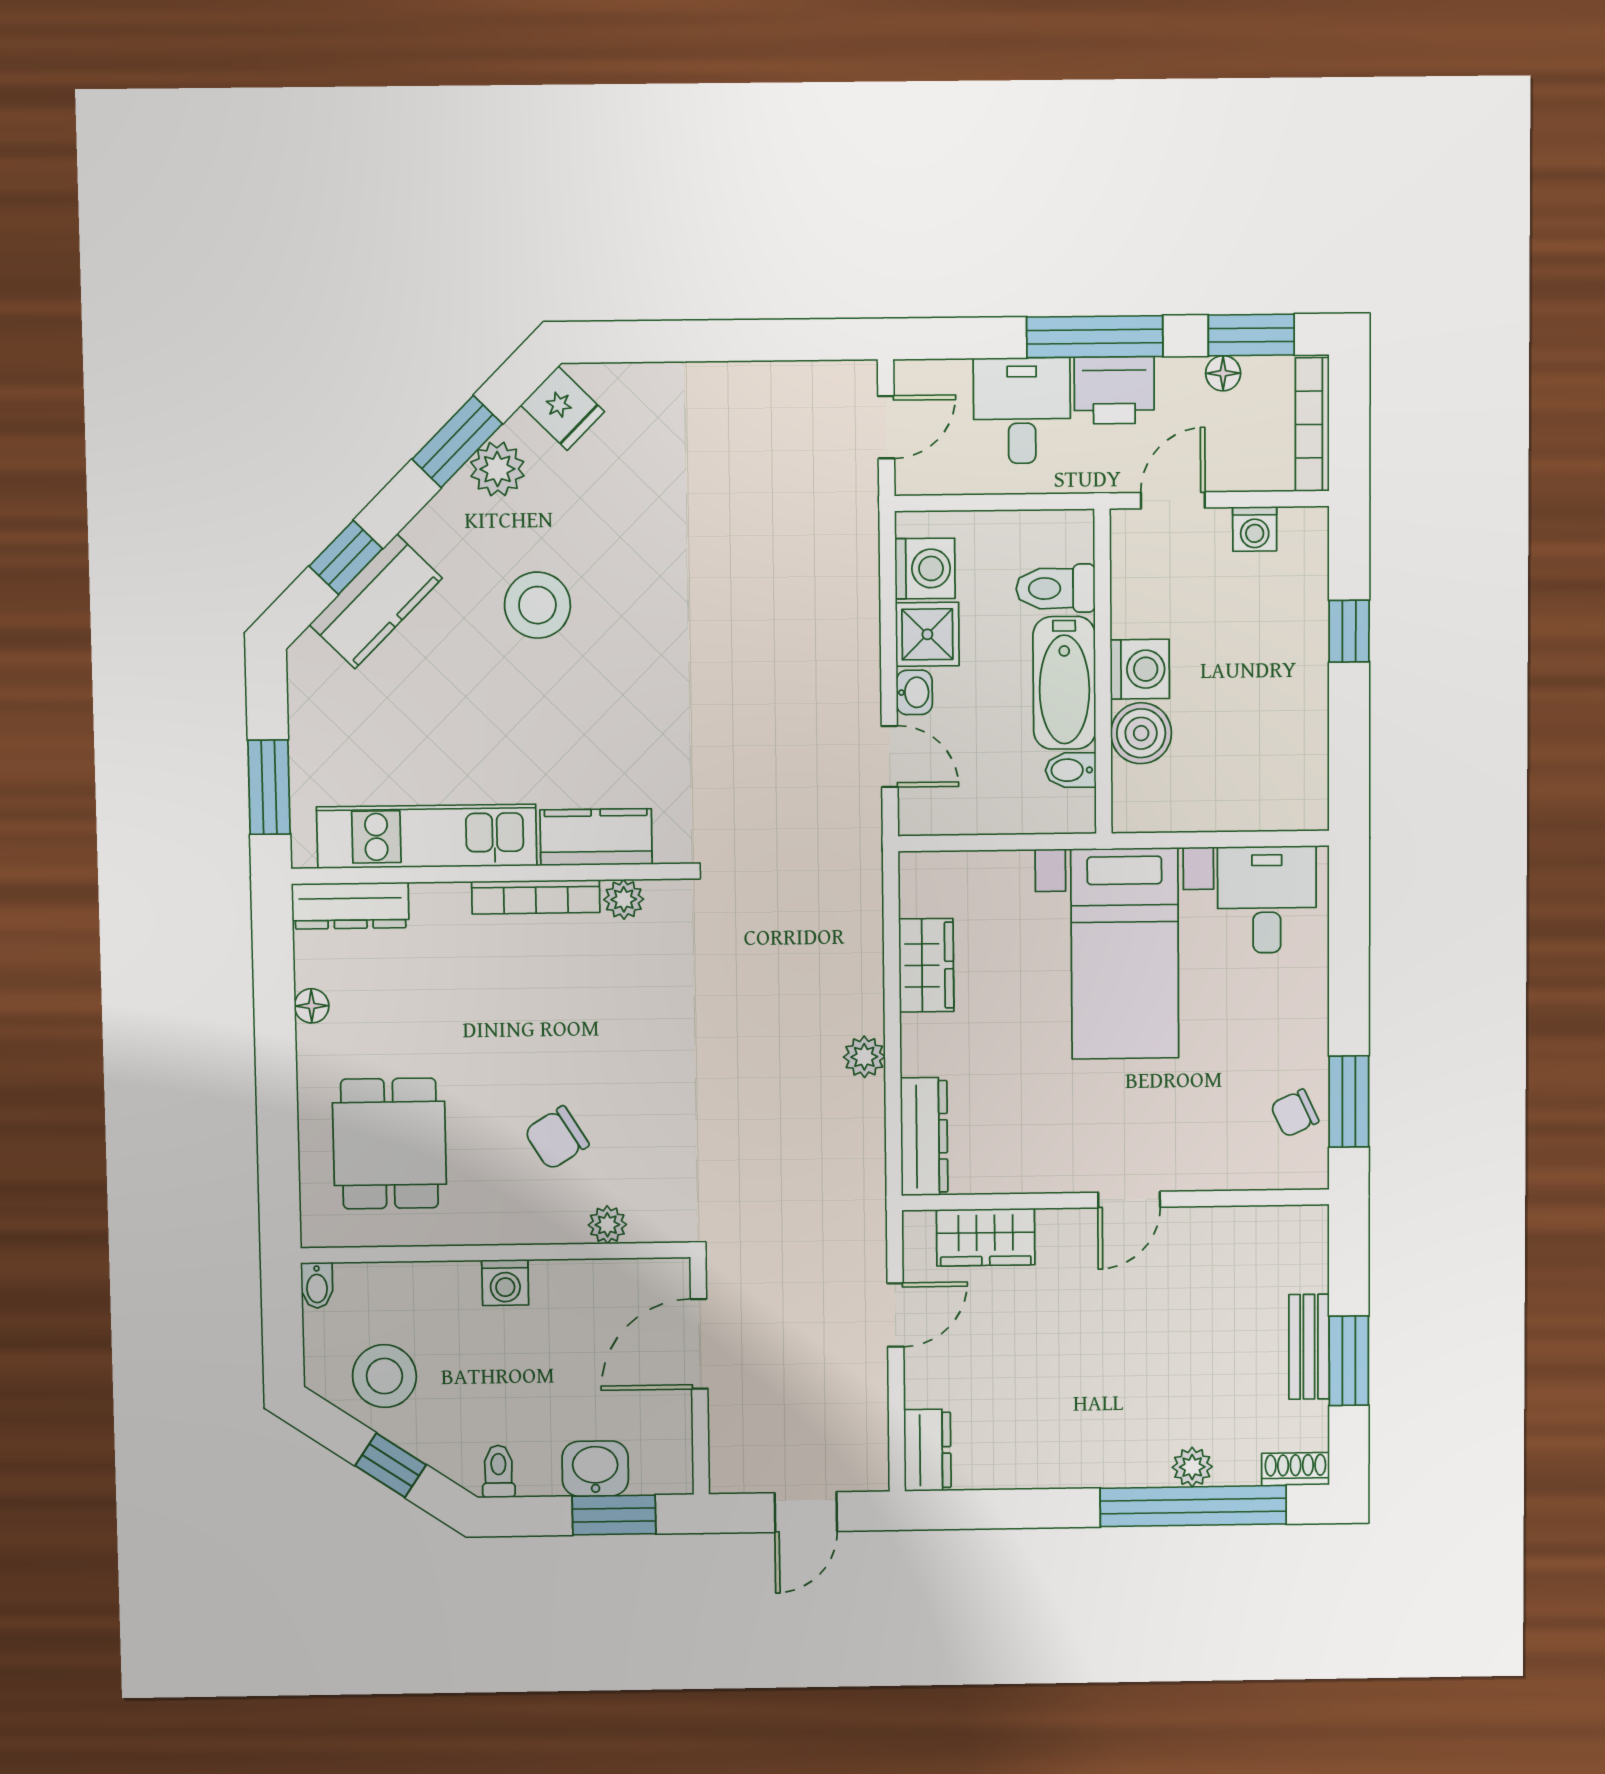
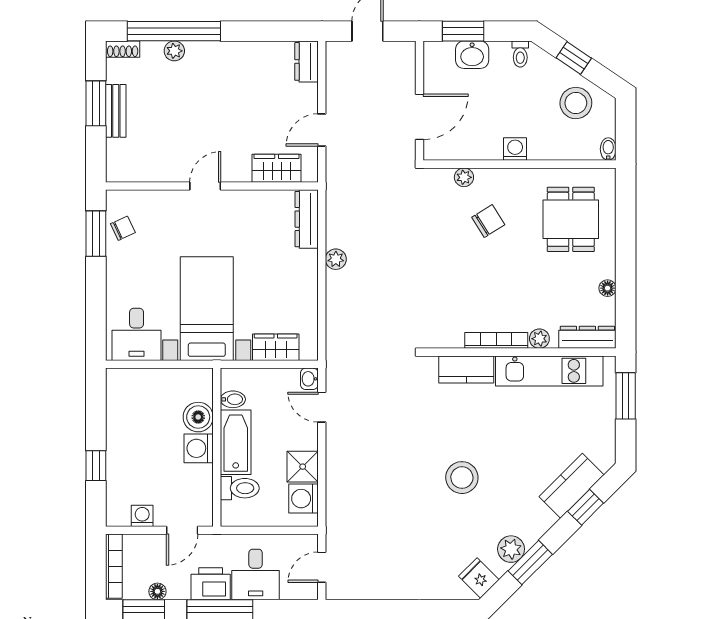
stool: (537, 605) -> (462, 478), moved
washbasin: (914, 692) -> (309, 379), moved
plant: (624, 899) -> (539, 339), moved
wardrobe: (926, 965) -> (276, 347), moved, turned 90

